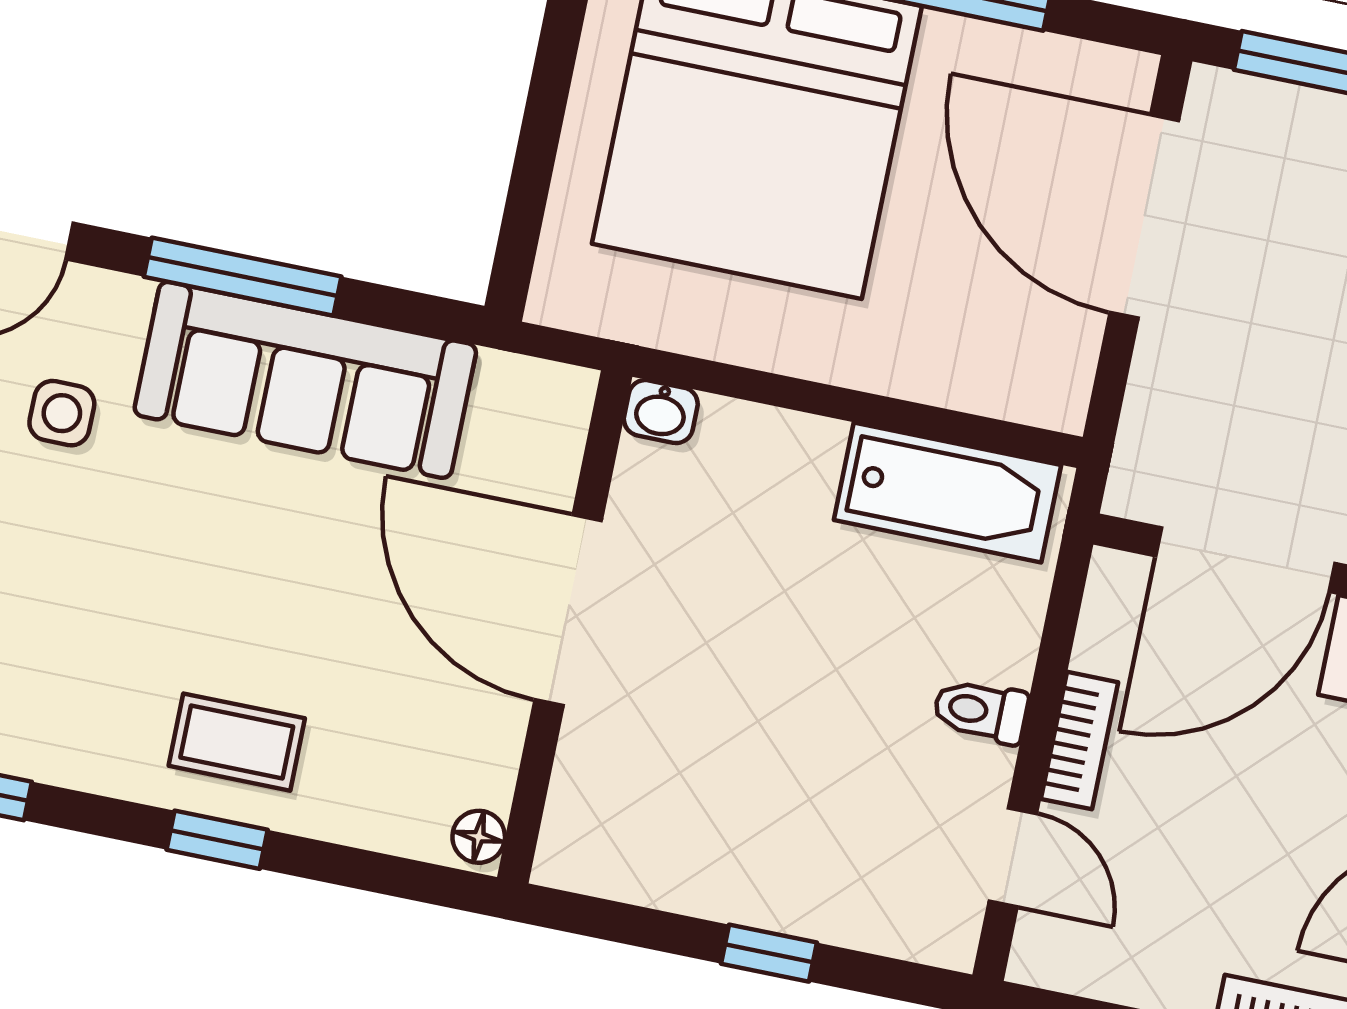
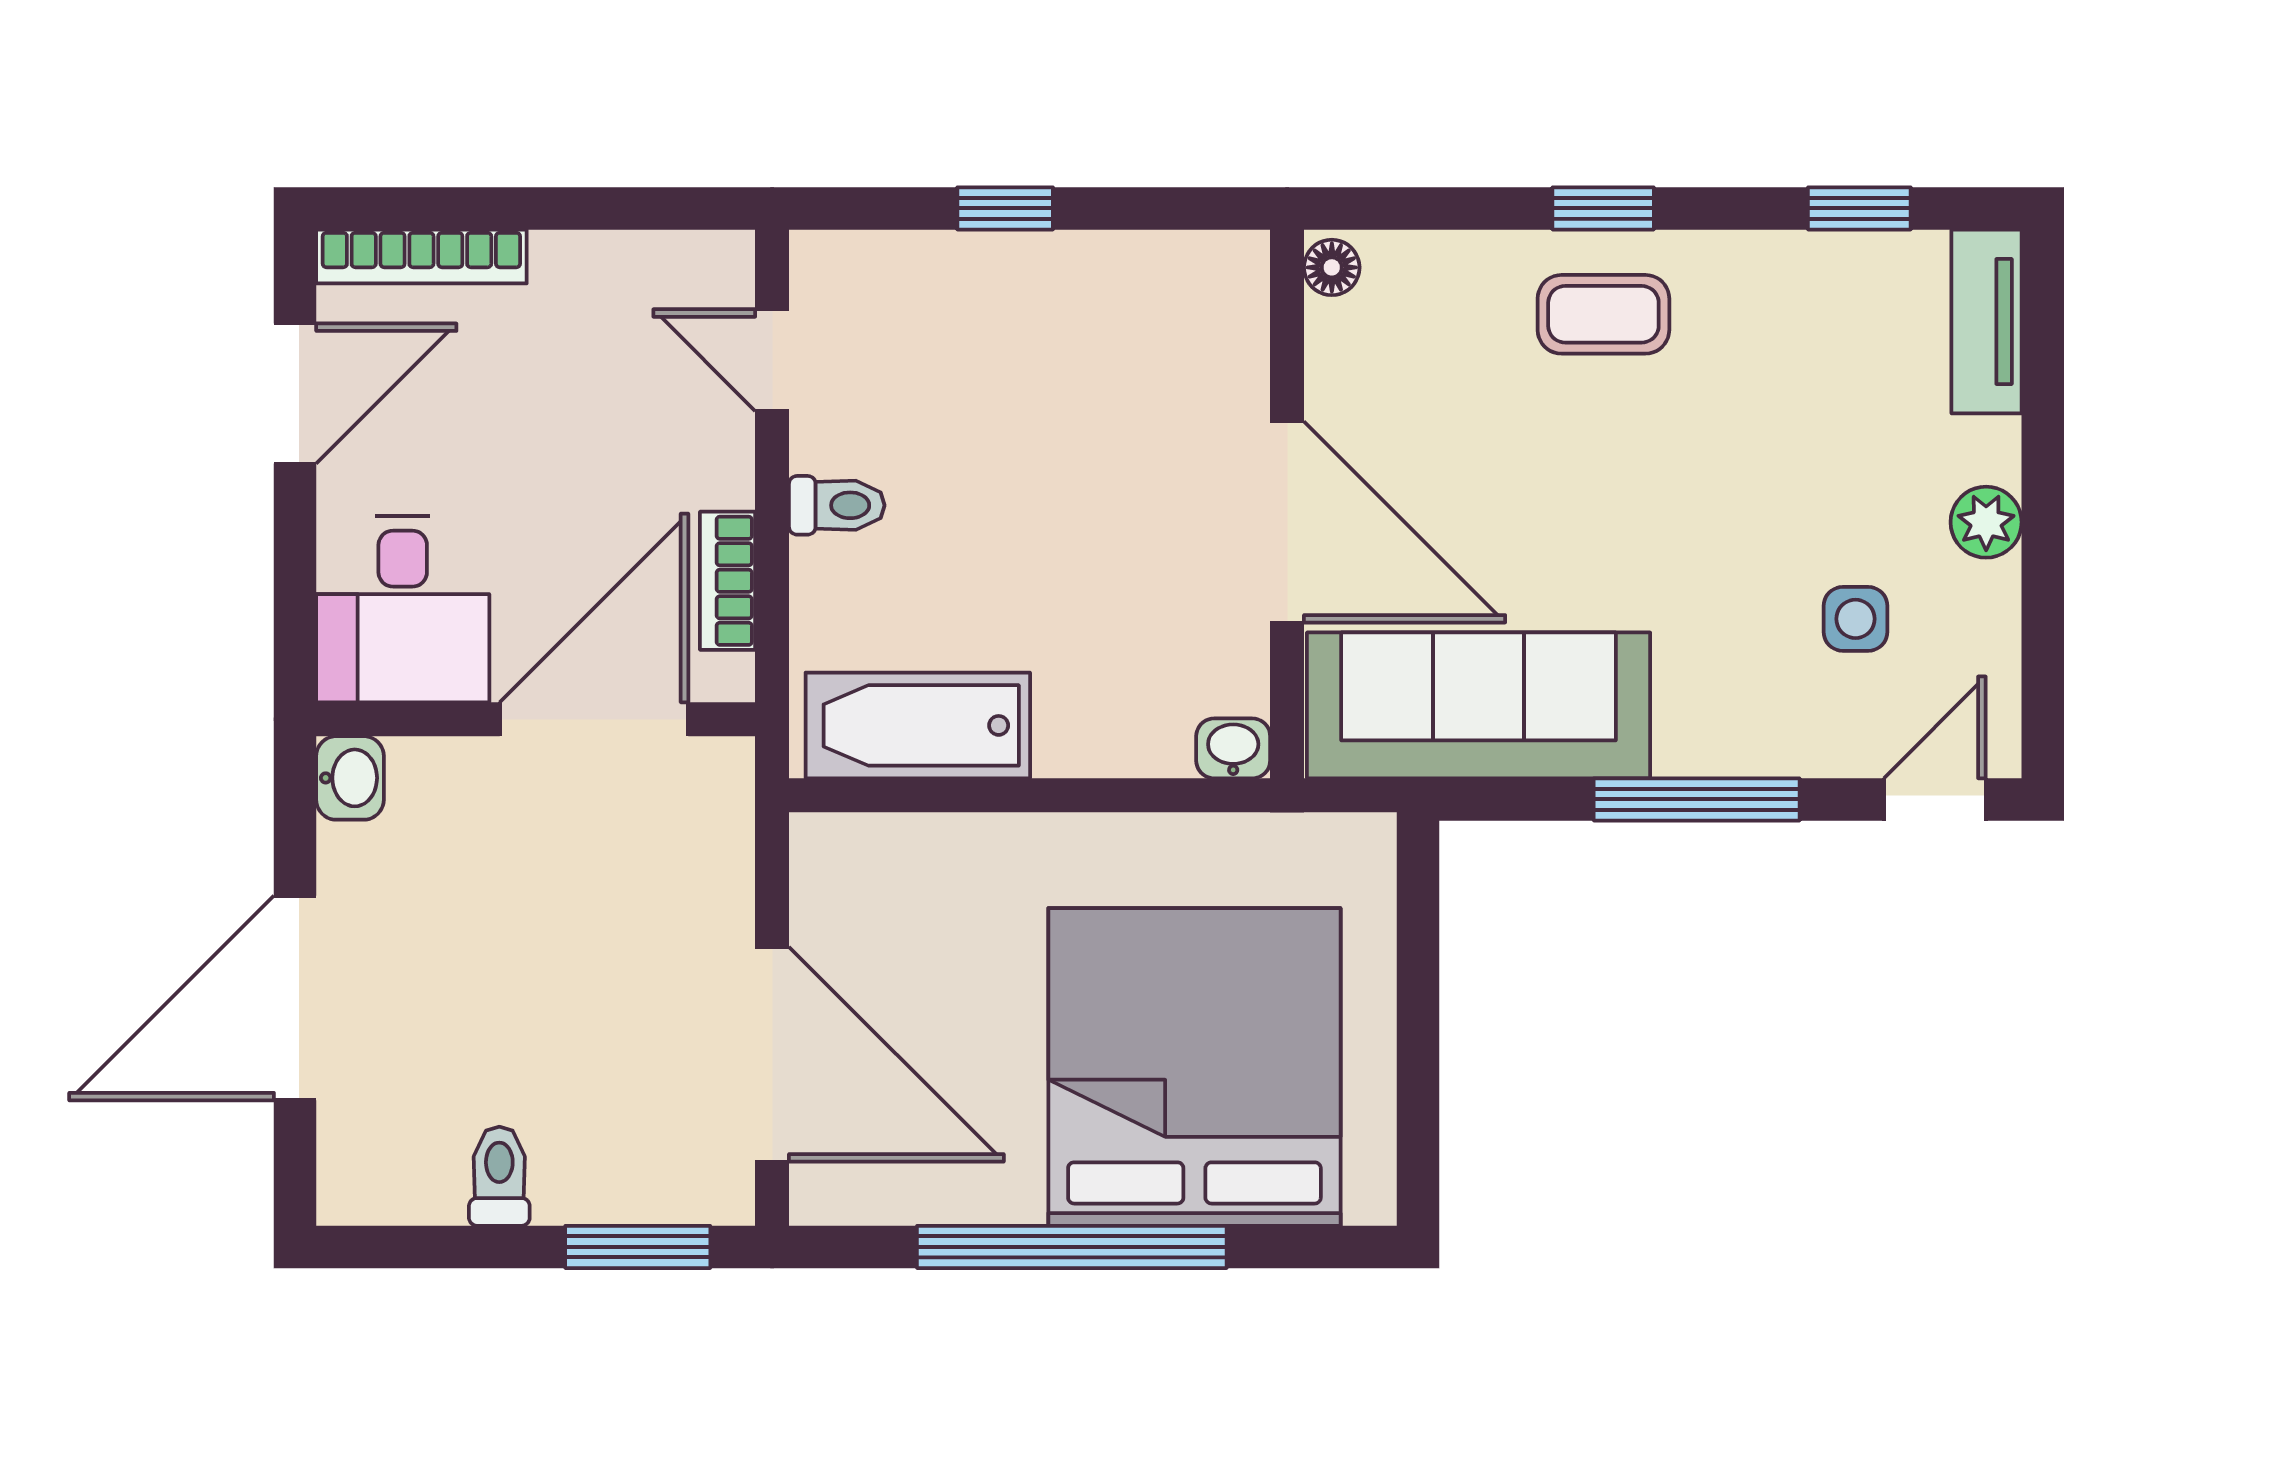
sofa: (305, 380) -> (1479, 705), moved
bookcase: (1080, 741) -> (728, 581), moved

